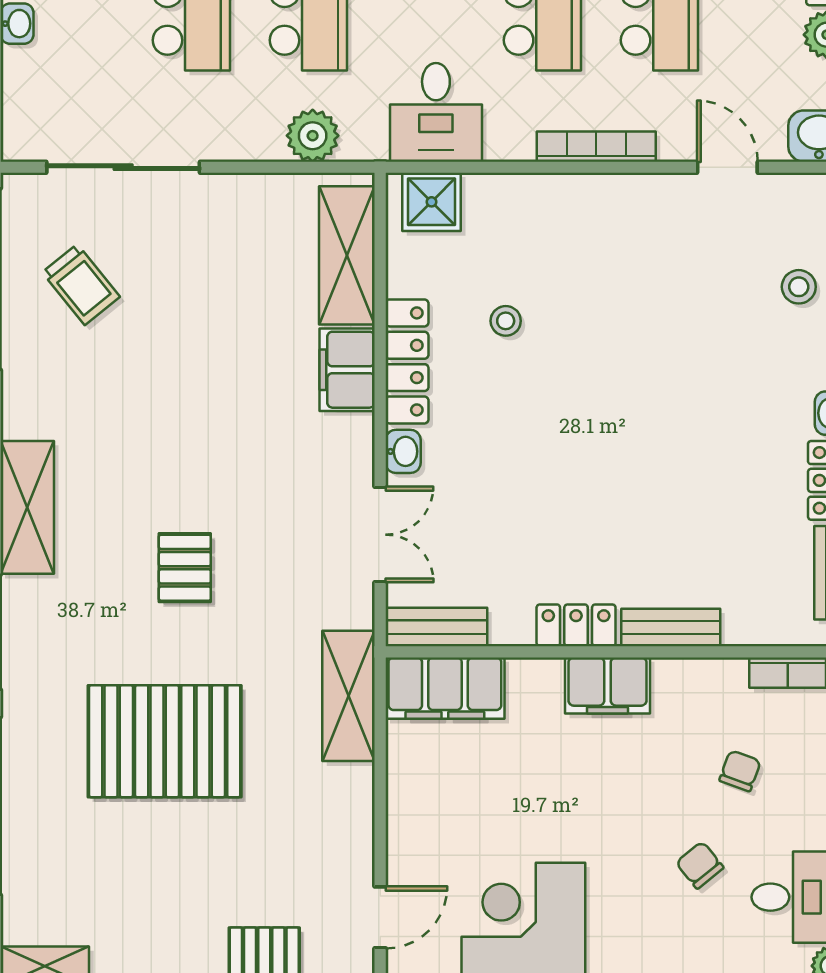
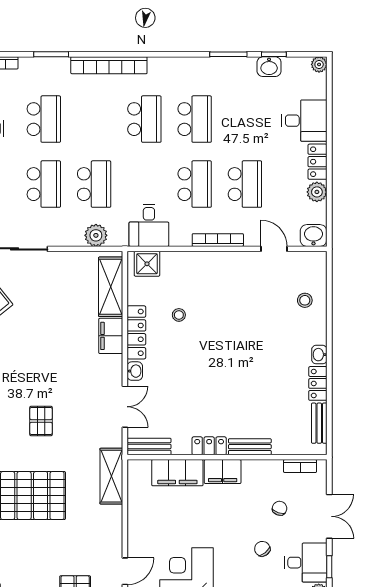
filing cabinet: (445, 688) -> (177, 473), moved

